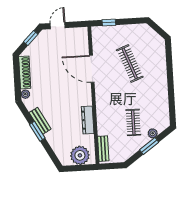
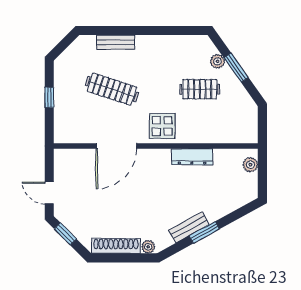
window: (109, 23) -> (49, 97), moved
clothes rail: (130, 64) -> (112, 89), turned 39
display table: (107, 99) -> (162, 126), added
bench: (103, 149) -> (116, 42), moved
plant: (80, 155) -> (250, 165), width x0.53, depth x0.53

